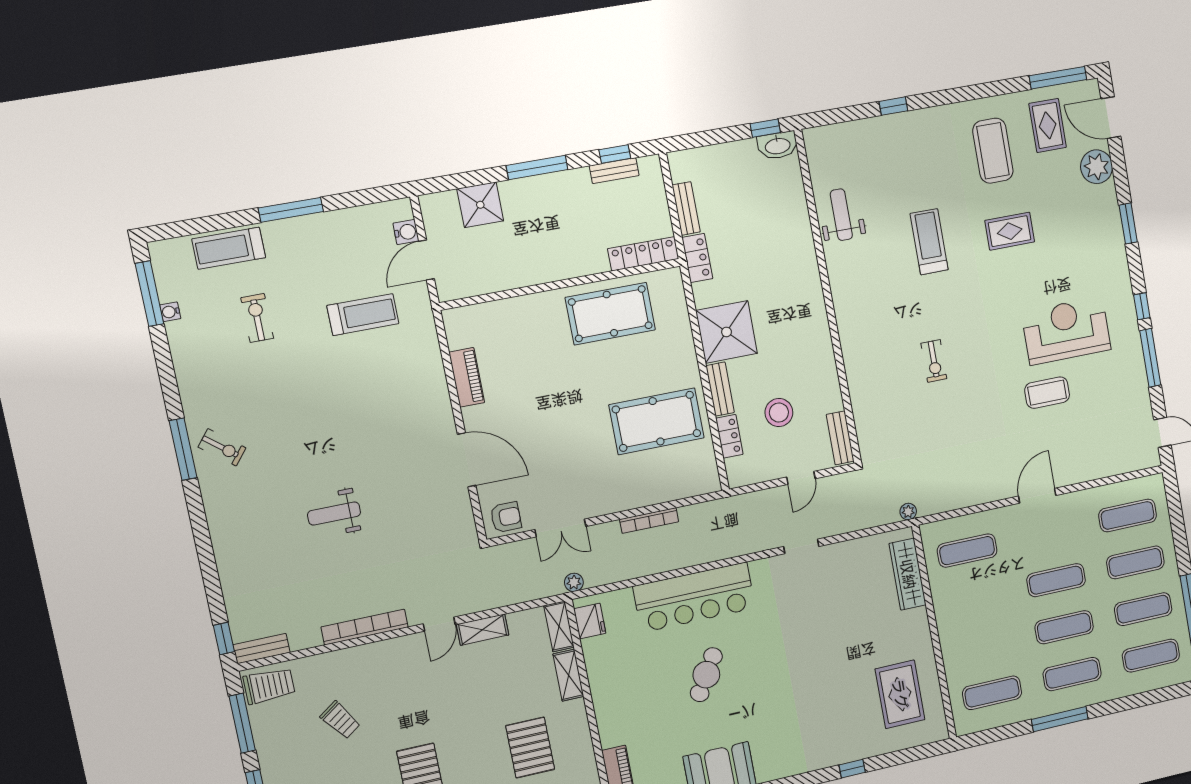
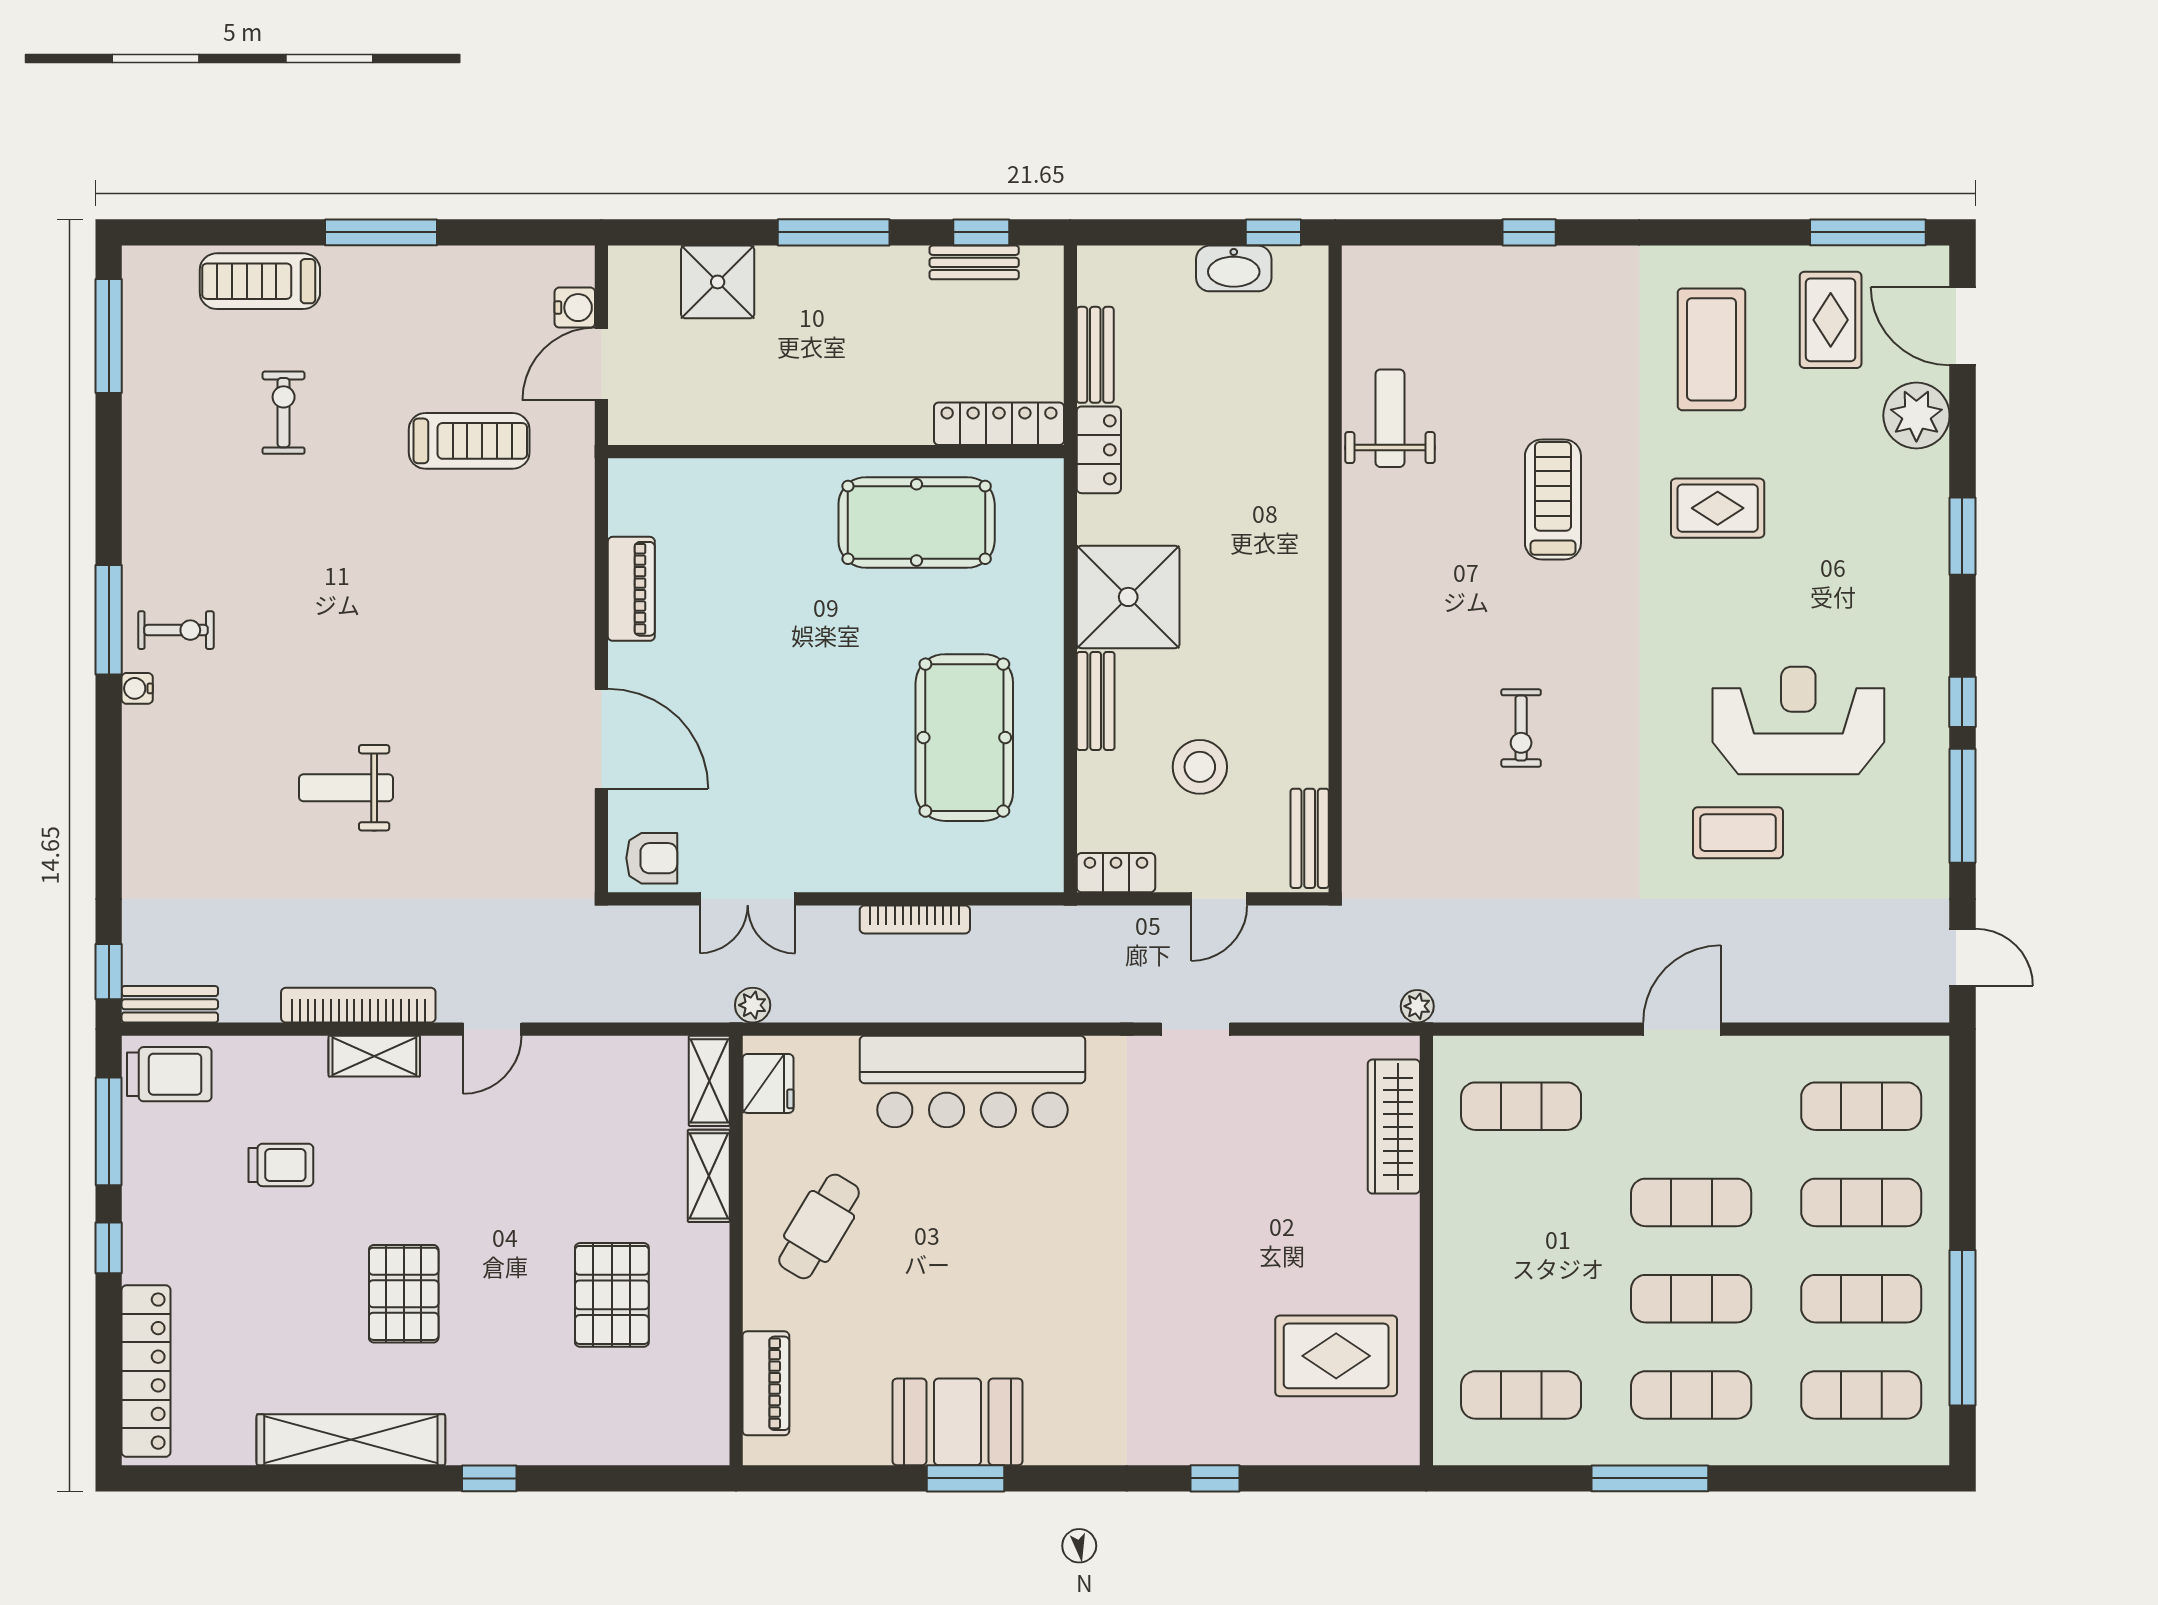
washbasin: (778, 145) -> (1234, 268), moved
water cooler: (170, 312) -> (137, 688), moved
pool table: (657, 421) -> (964, 738), turned 90
locker: (729, 436) -> (1116, 873), moved, turned -90
exercise bike: (222, 447) -> (176, 630), turned -39
shelving: (483, 630) -> (374, 1056), moved
cafe table: (706, 675) -> (819, 1226), moved
rug: (900, 694) -> (1336, 1356), turned 90
trolley: (340, 720) -> (281, 1165), turned -55

